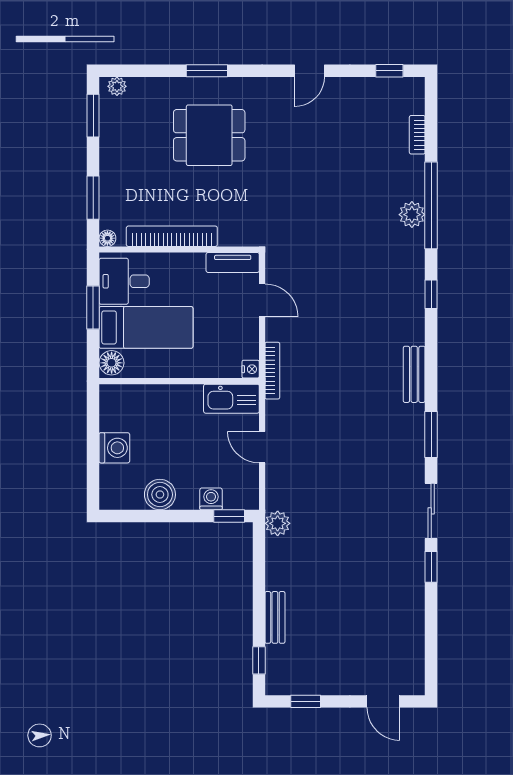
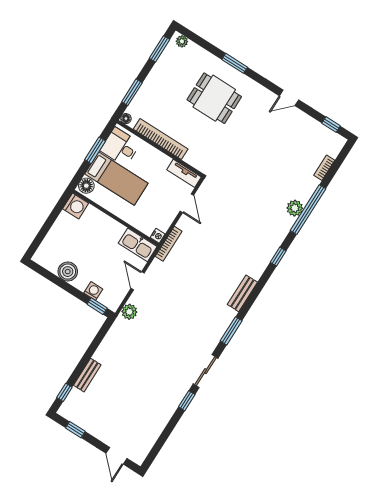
washing machine: (114, 448) -> (76, 206), moved
plant: (278, 523) -> (129, 312), moved

